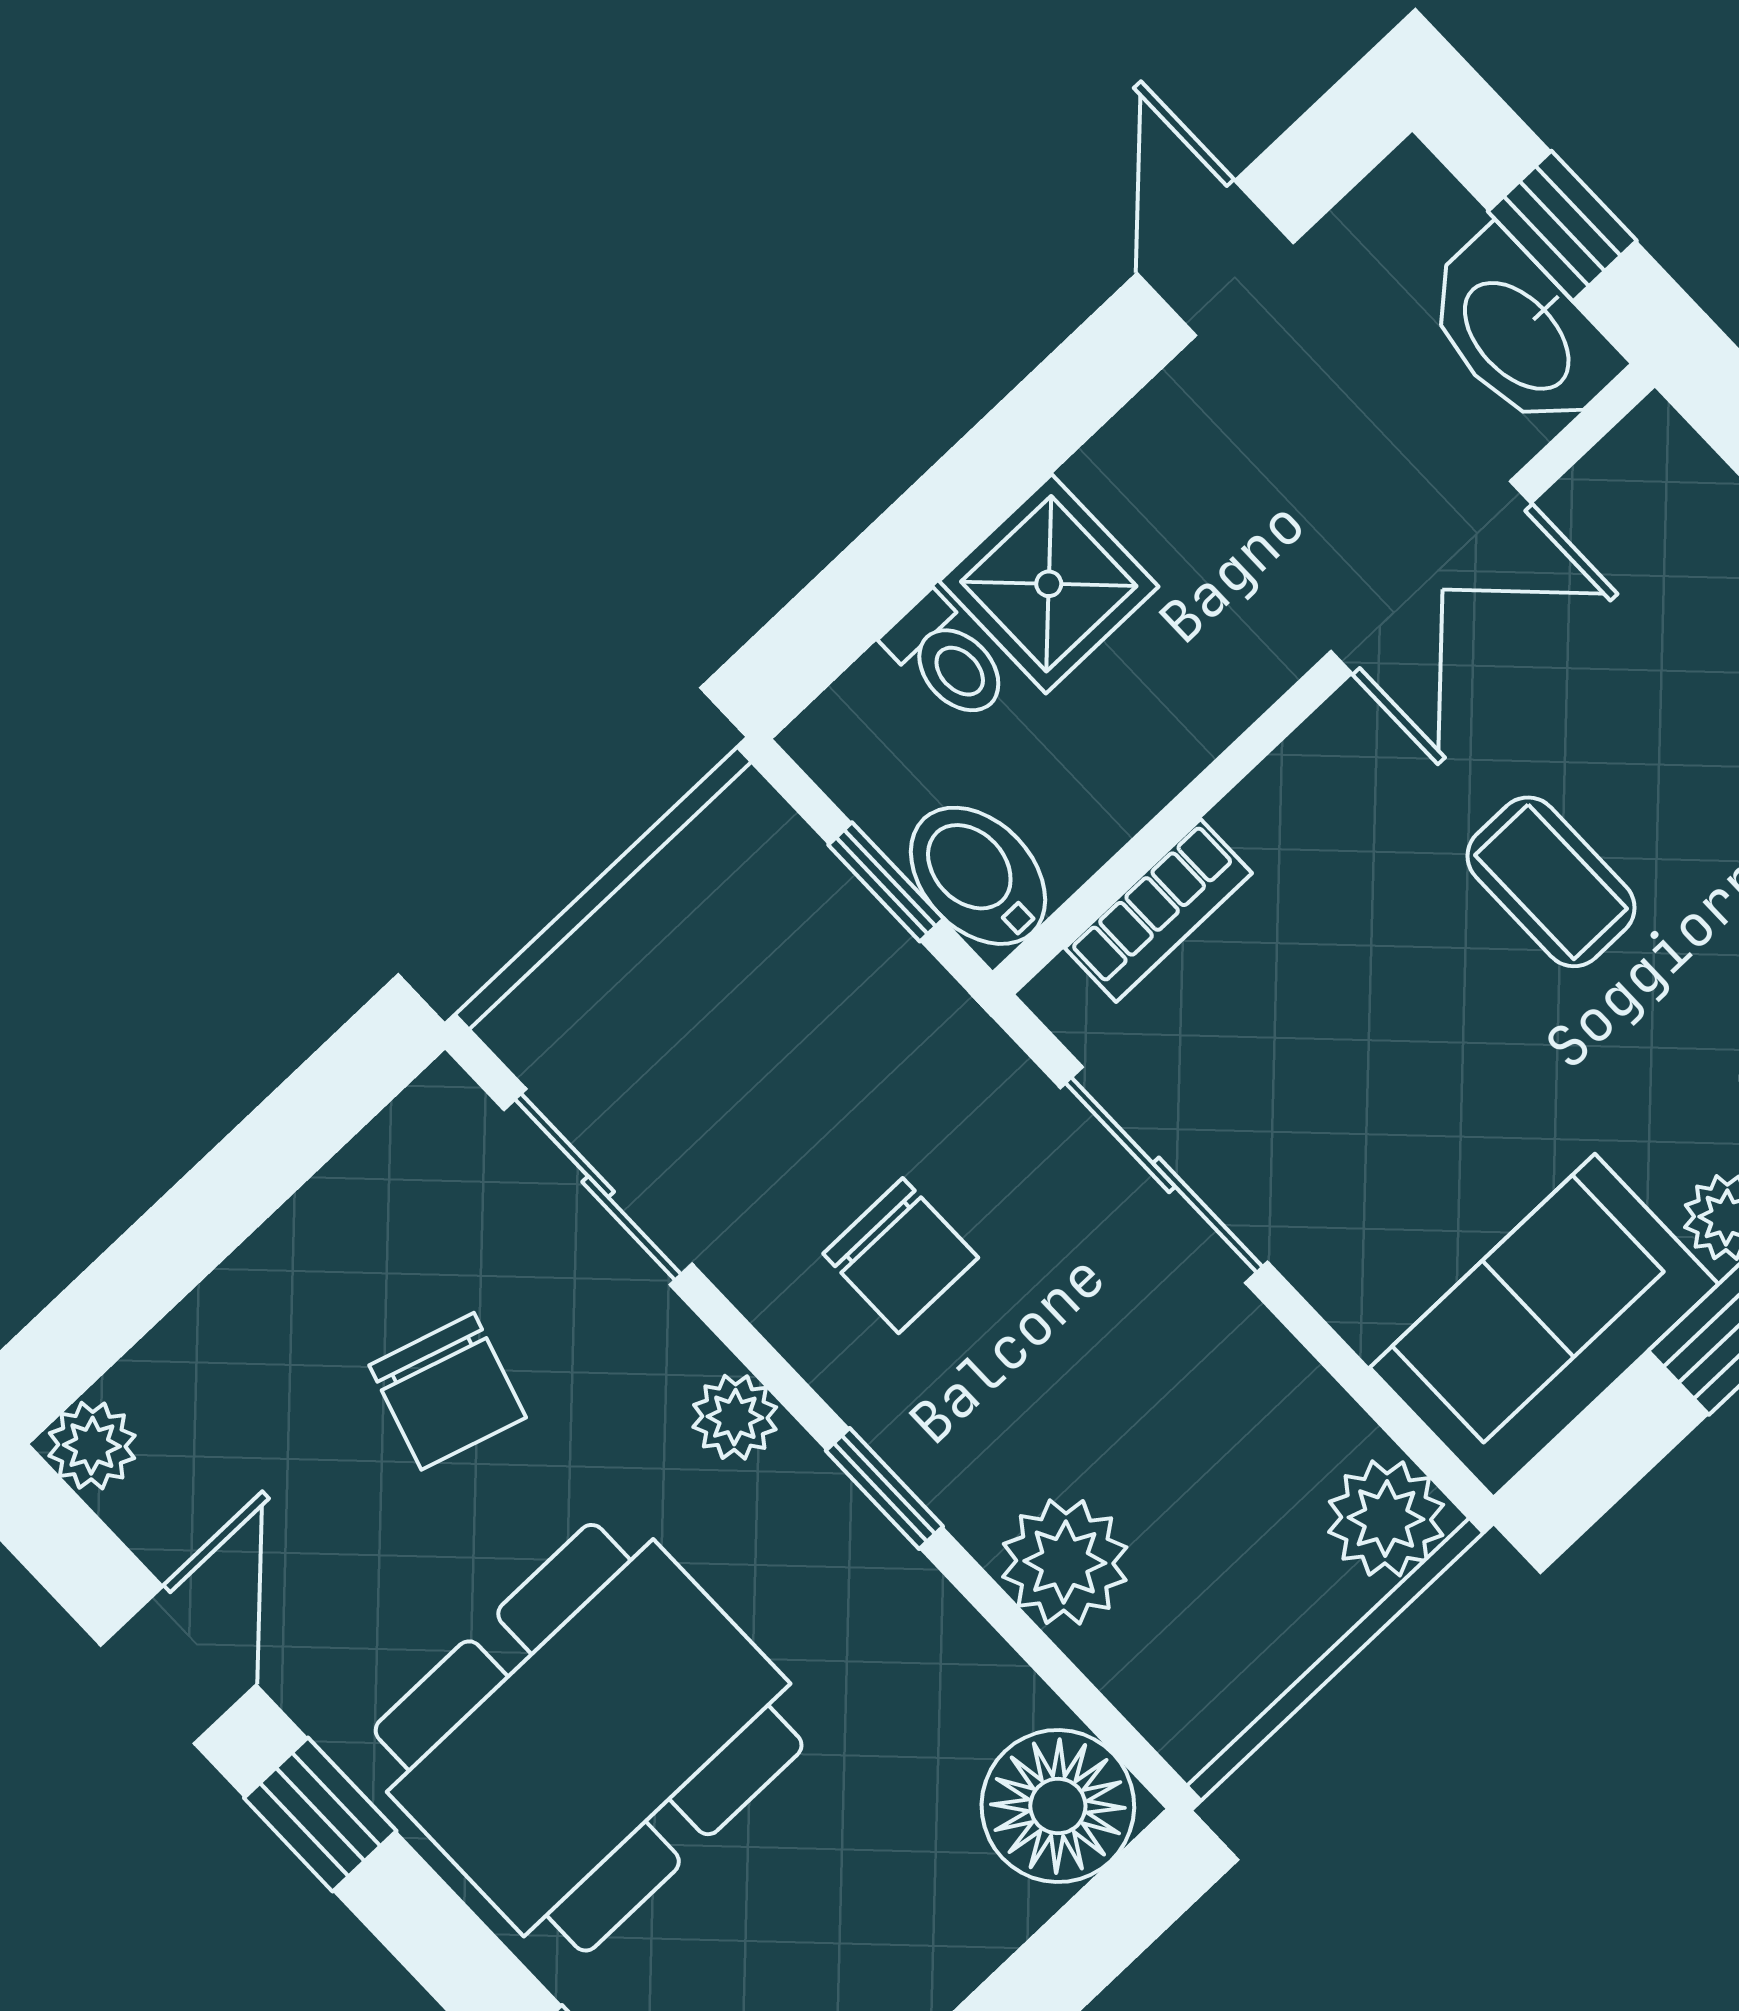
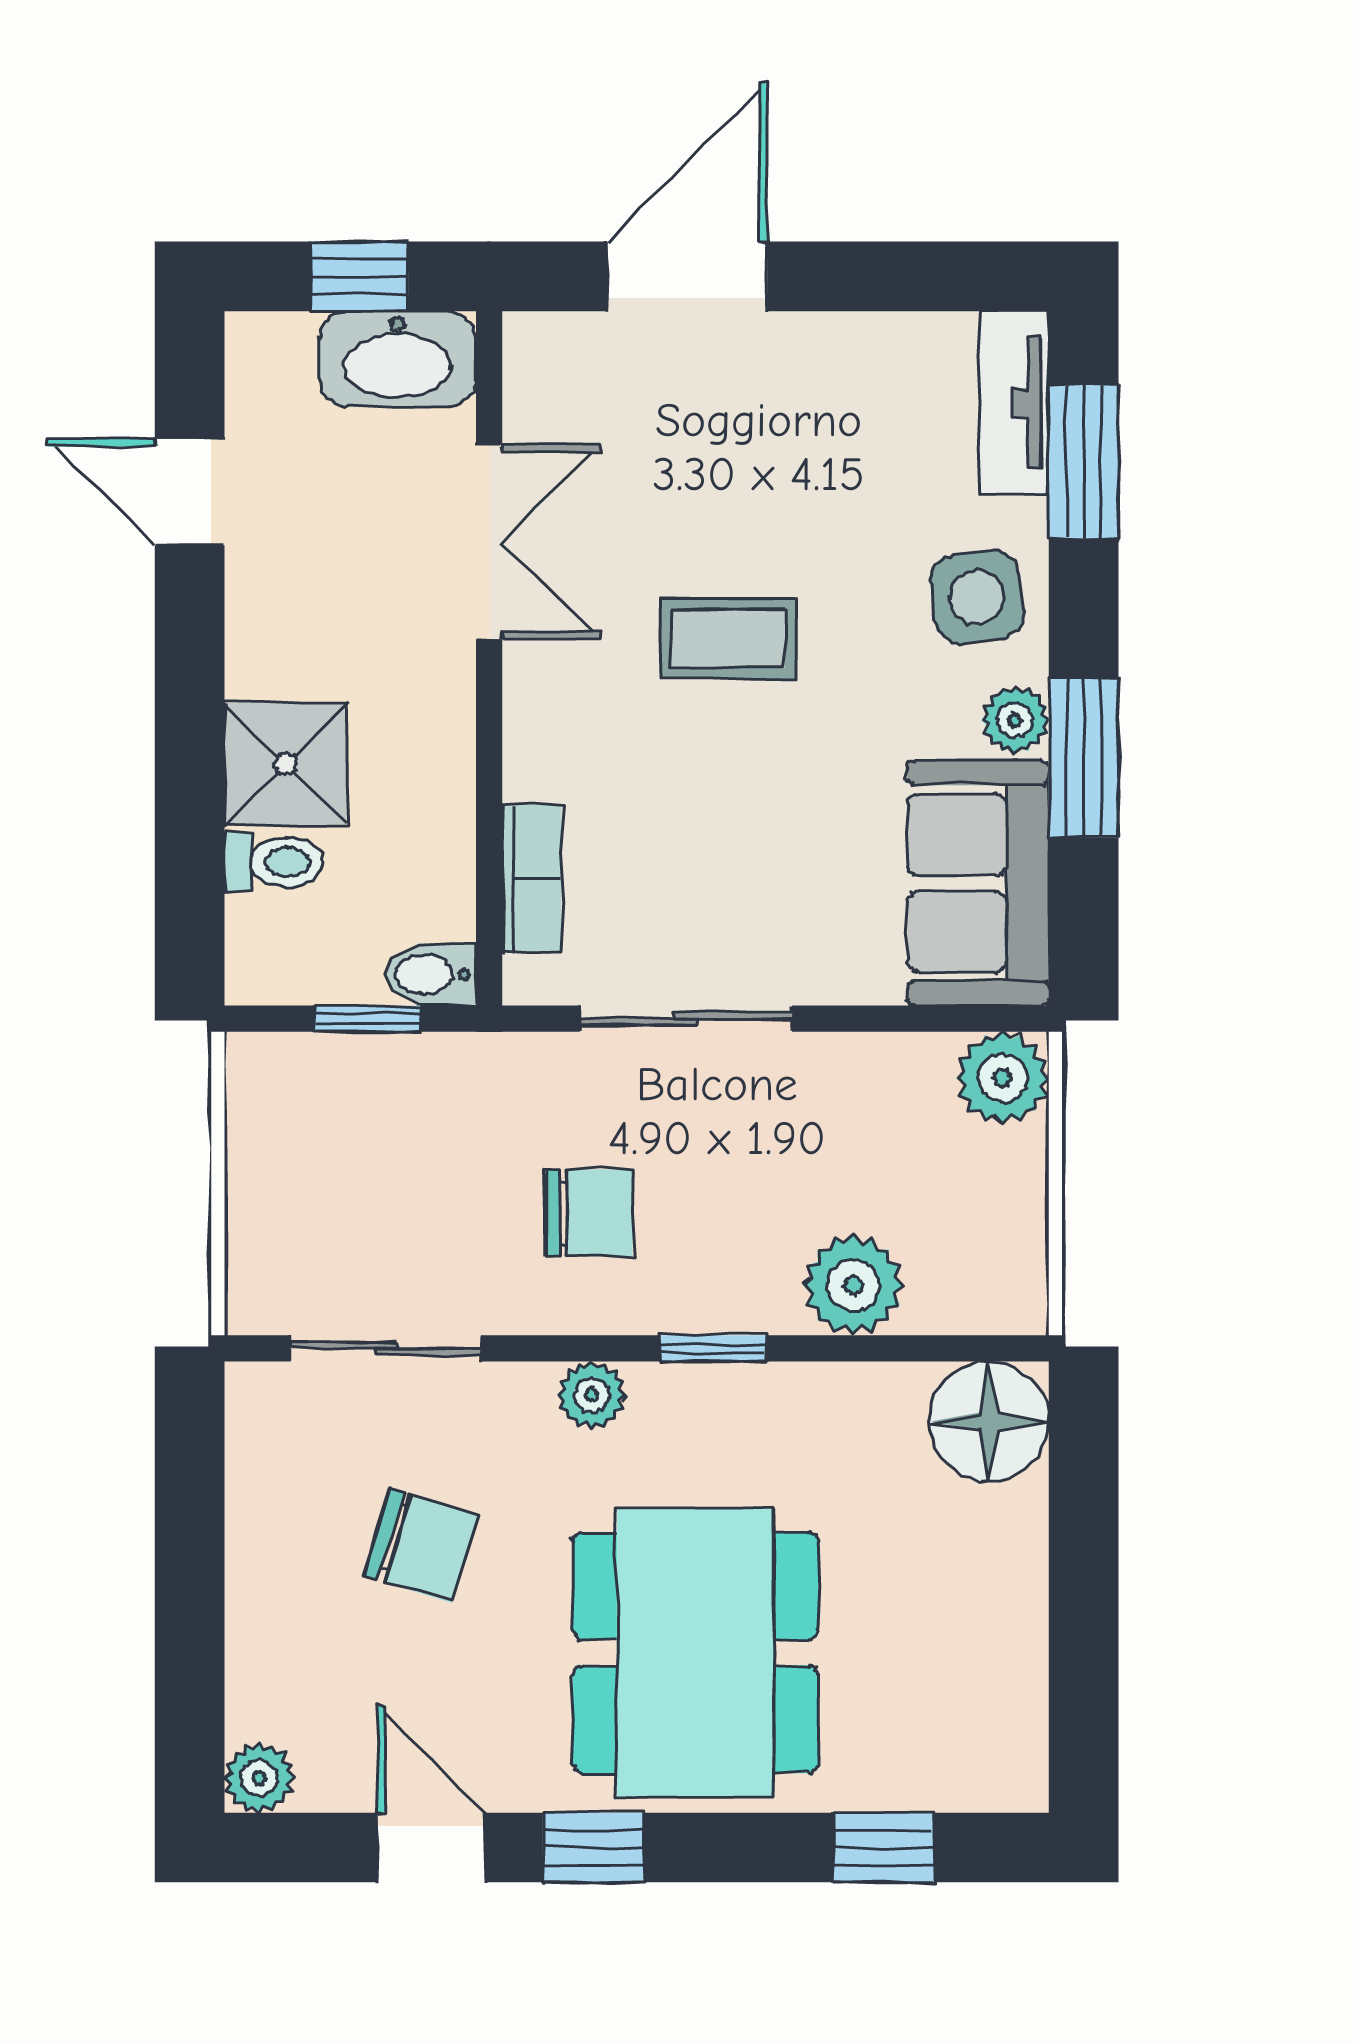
bidet: (978, 876) -> (430, 974), width x0.72, depth x0.74

